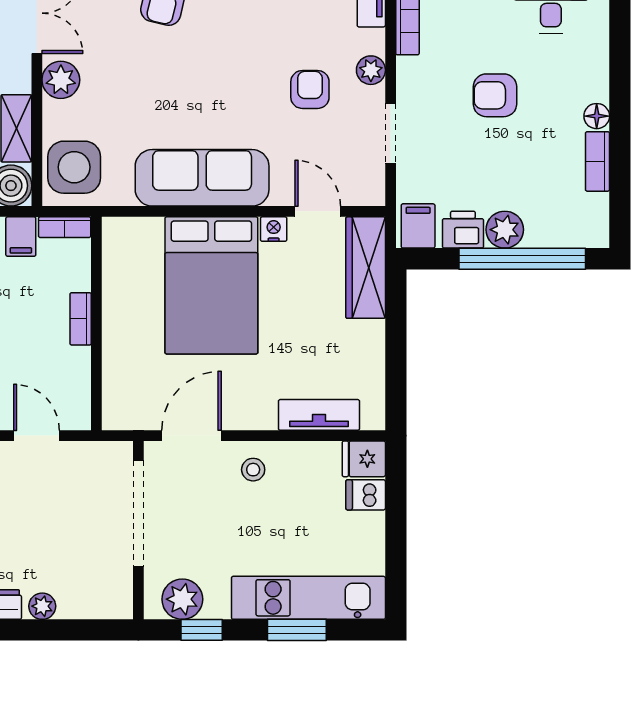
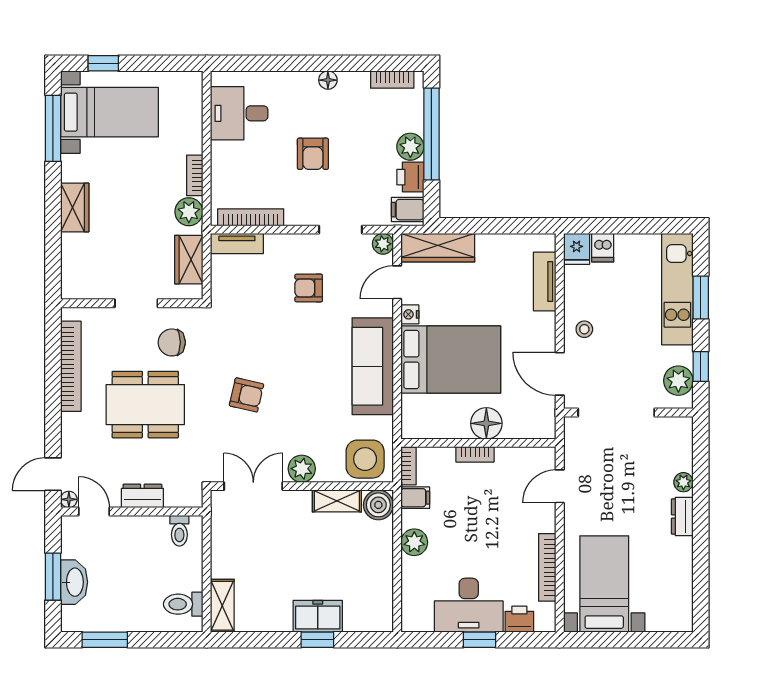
plant: (371, 70) -> (383, 244), moved
bookcase: (597, 161) -> (392, 79), moved
floor lamp: (123, 334) -> (486, 423), added

